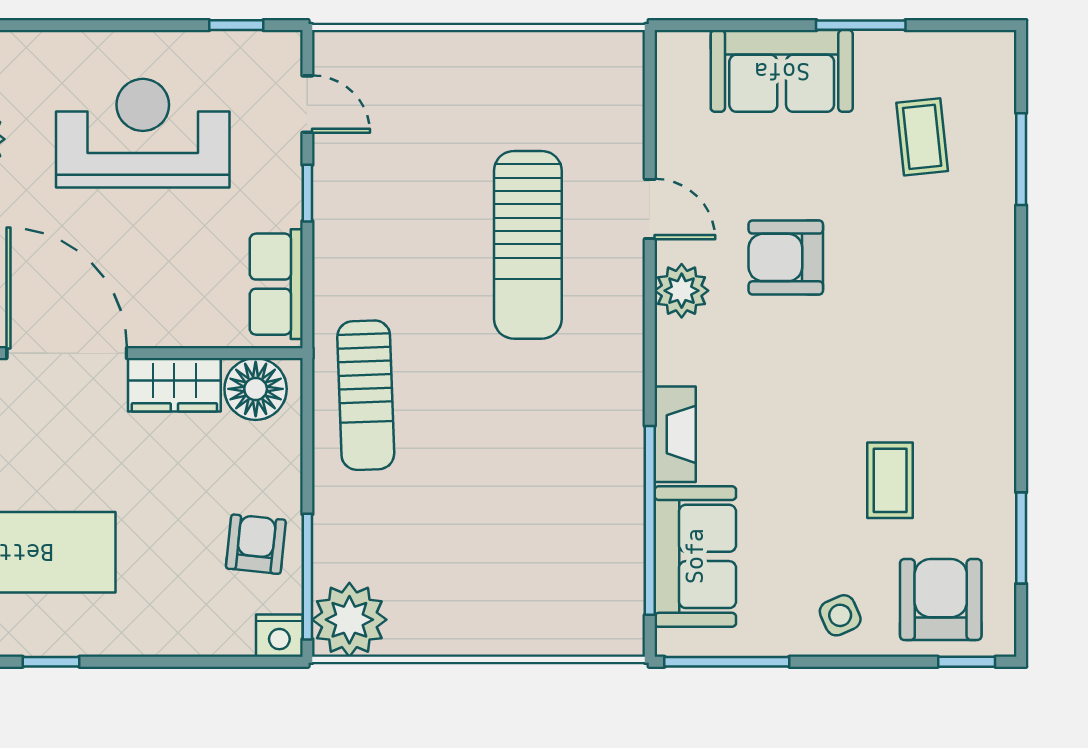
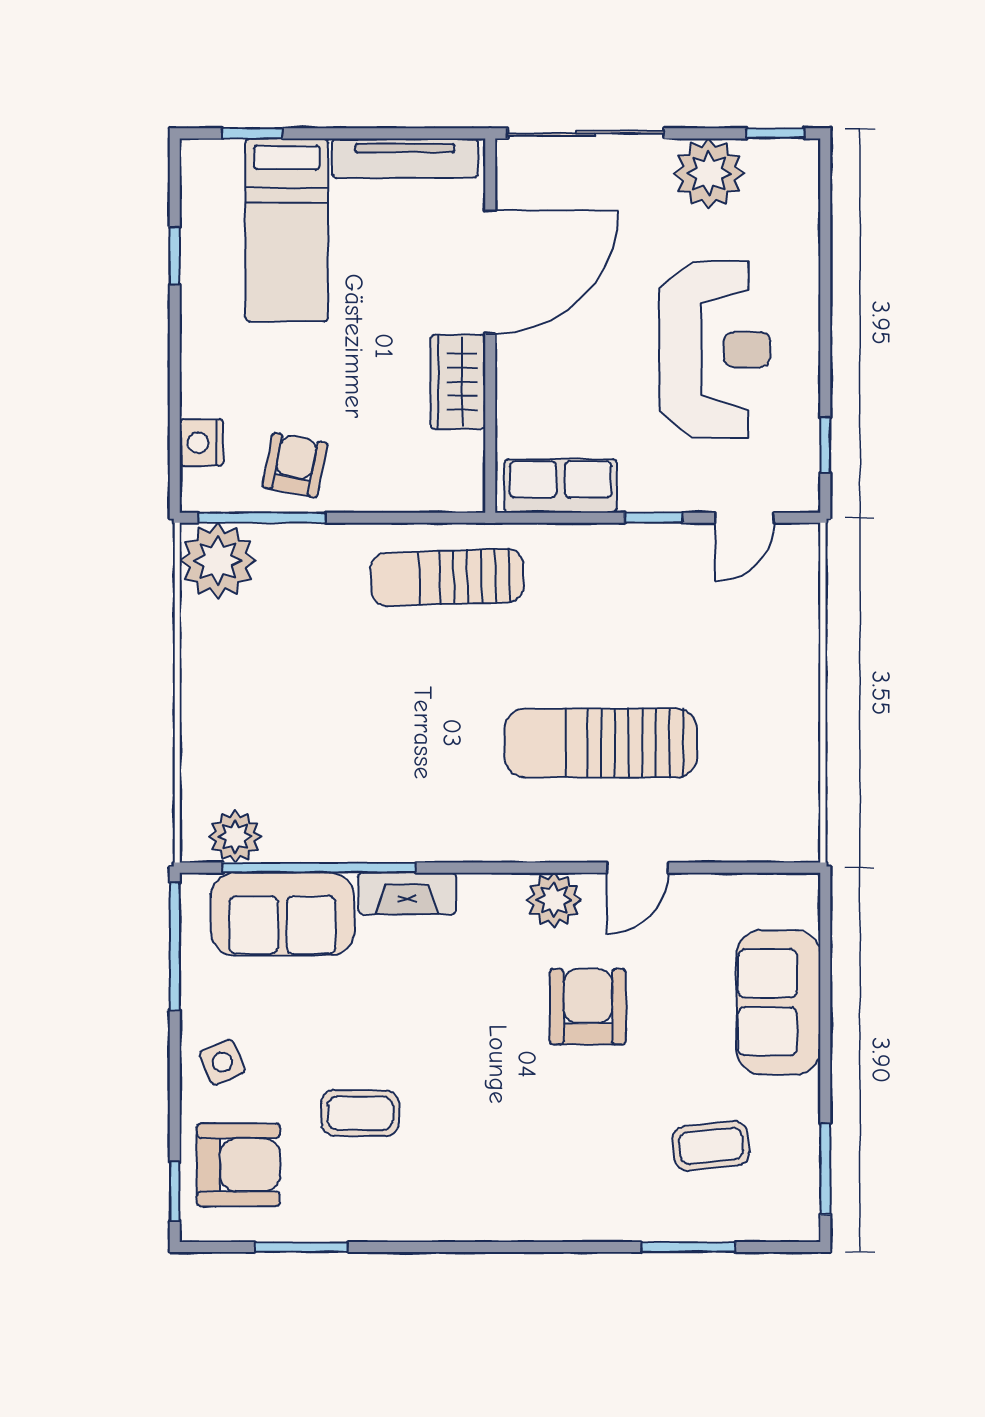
window: (861, 25) -> (825, 1169), moved
floor lamp: (256, 389) -> (454, 465), removed
armchair: (256, 544) -> (295, 465), turned -85
plant: (619, 603) -> (235, 837), added
nightstand: (279, 636) -> (201, 443), moved

